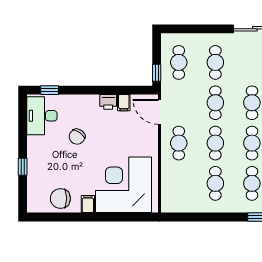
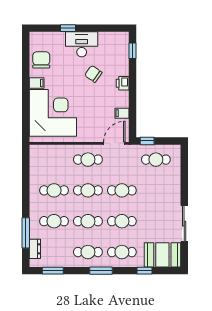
cafe table: (215, 62) -> (156, 190), removed
printer: (108, 102) -> (123, 83), moved
desk: (42, 116) -> (82, 44), moved

